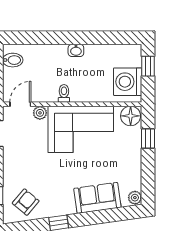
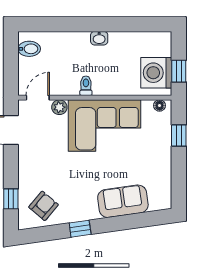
window: (148, 66) -> (179, 71), moved
floor lamp: (131, 116) -> (160, 106), width x0.53, depth x0.53
plant: (135, 198) -> (164, 201), removed

